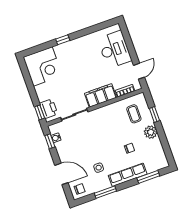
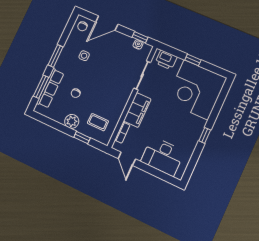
window: (63, 40) -> (205, 135), moved
corner desk: (43, 66) -> (196, 90), width x1.36, depth x1.36
window: (40, 112) -> (193, 60), moved
row of seats: (128, 175) -> (50, 88), moved
window: (105, 192) -> (56, 56), moved

